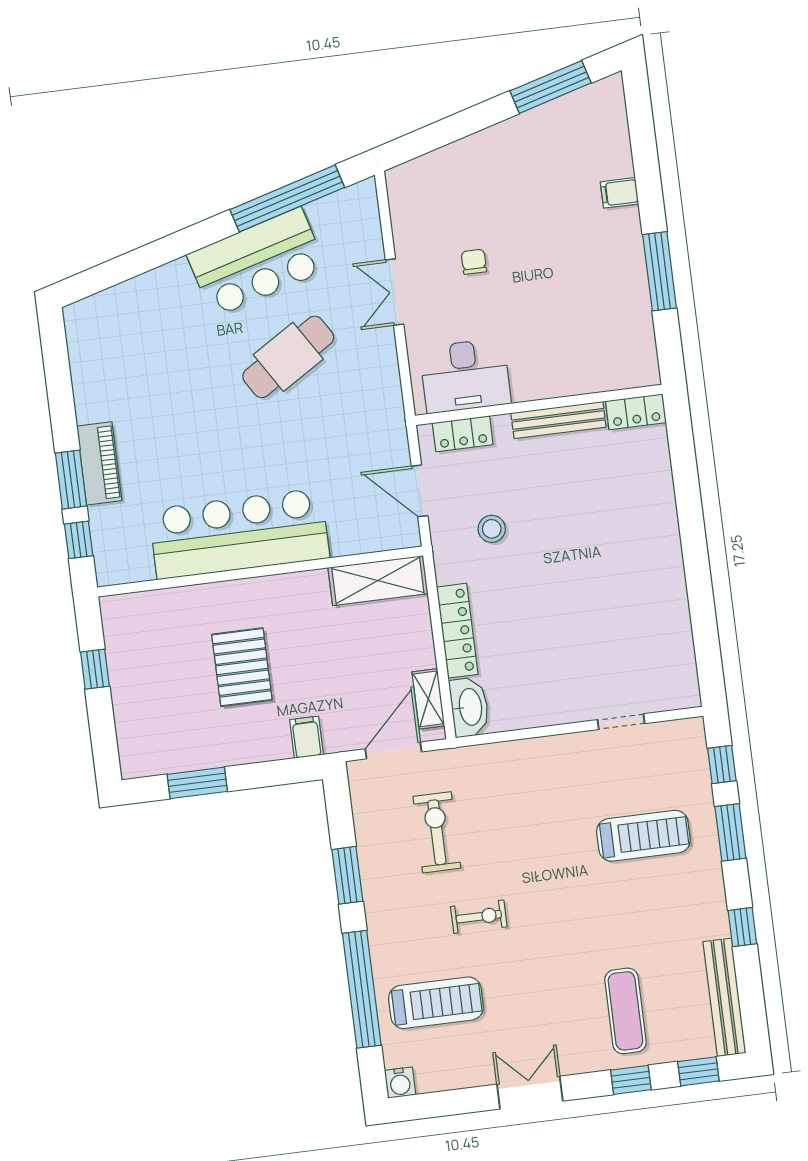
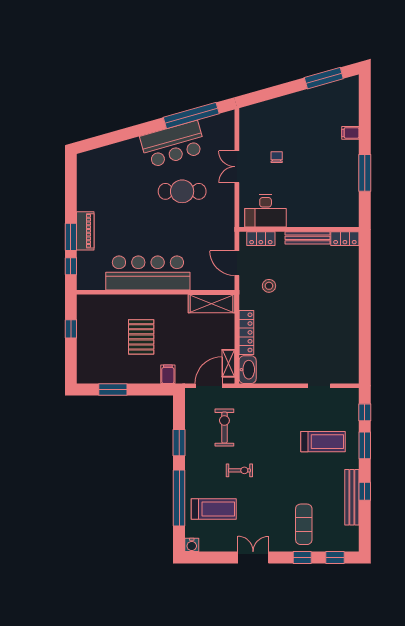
cafe table: (288, 357) -> (182, 191), turned 32
bench: (724, 997) -> (352, 497), moved

